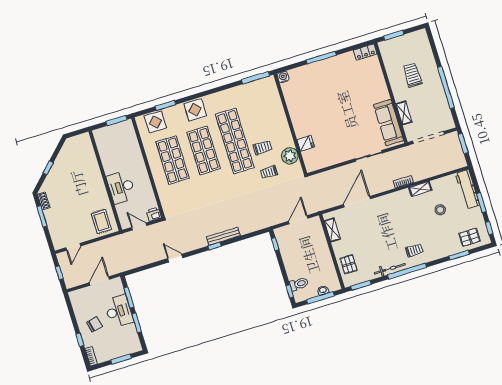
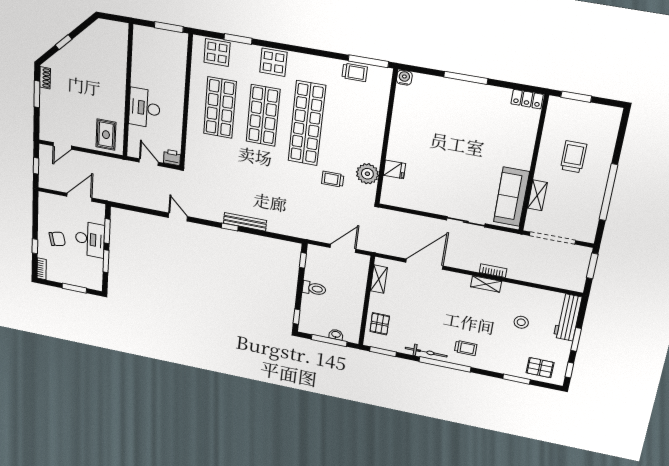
trolley: (263, 148) -> (355, 72), moved
shelving: (420, 189) -> (486, 284), moved
toilet: (299, 284) -> (314, 288), moved

